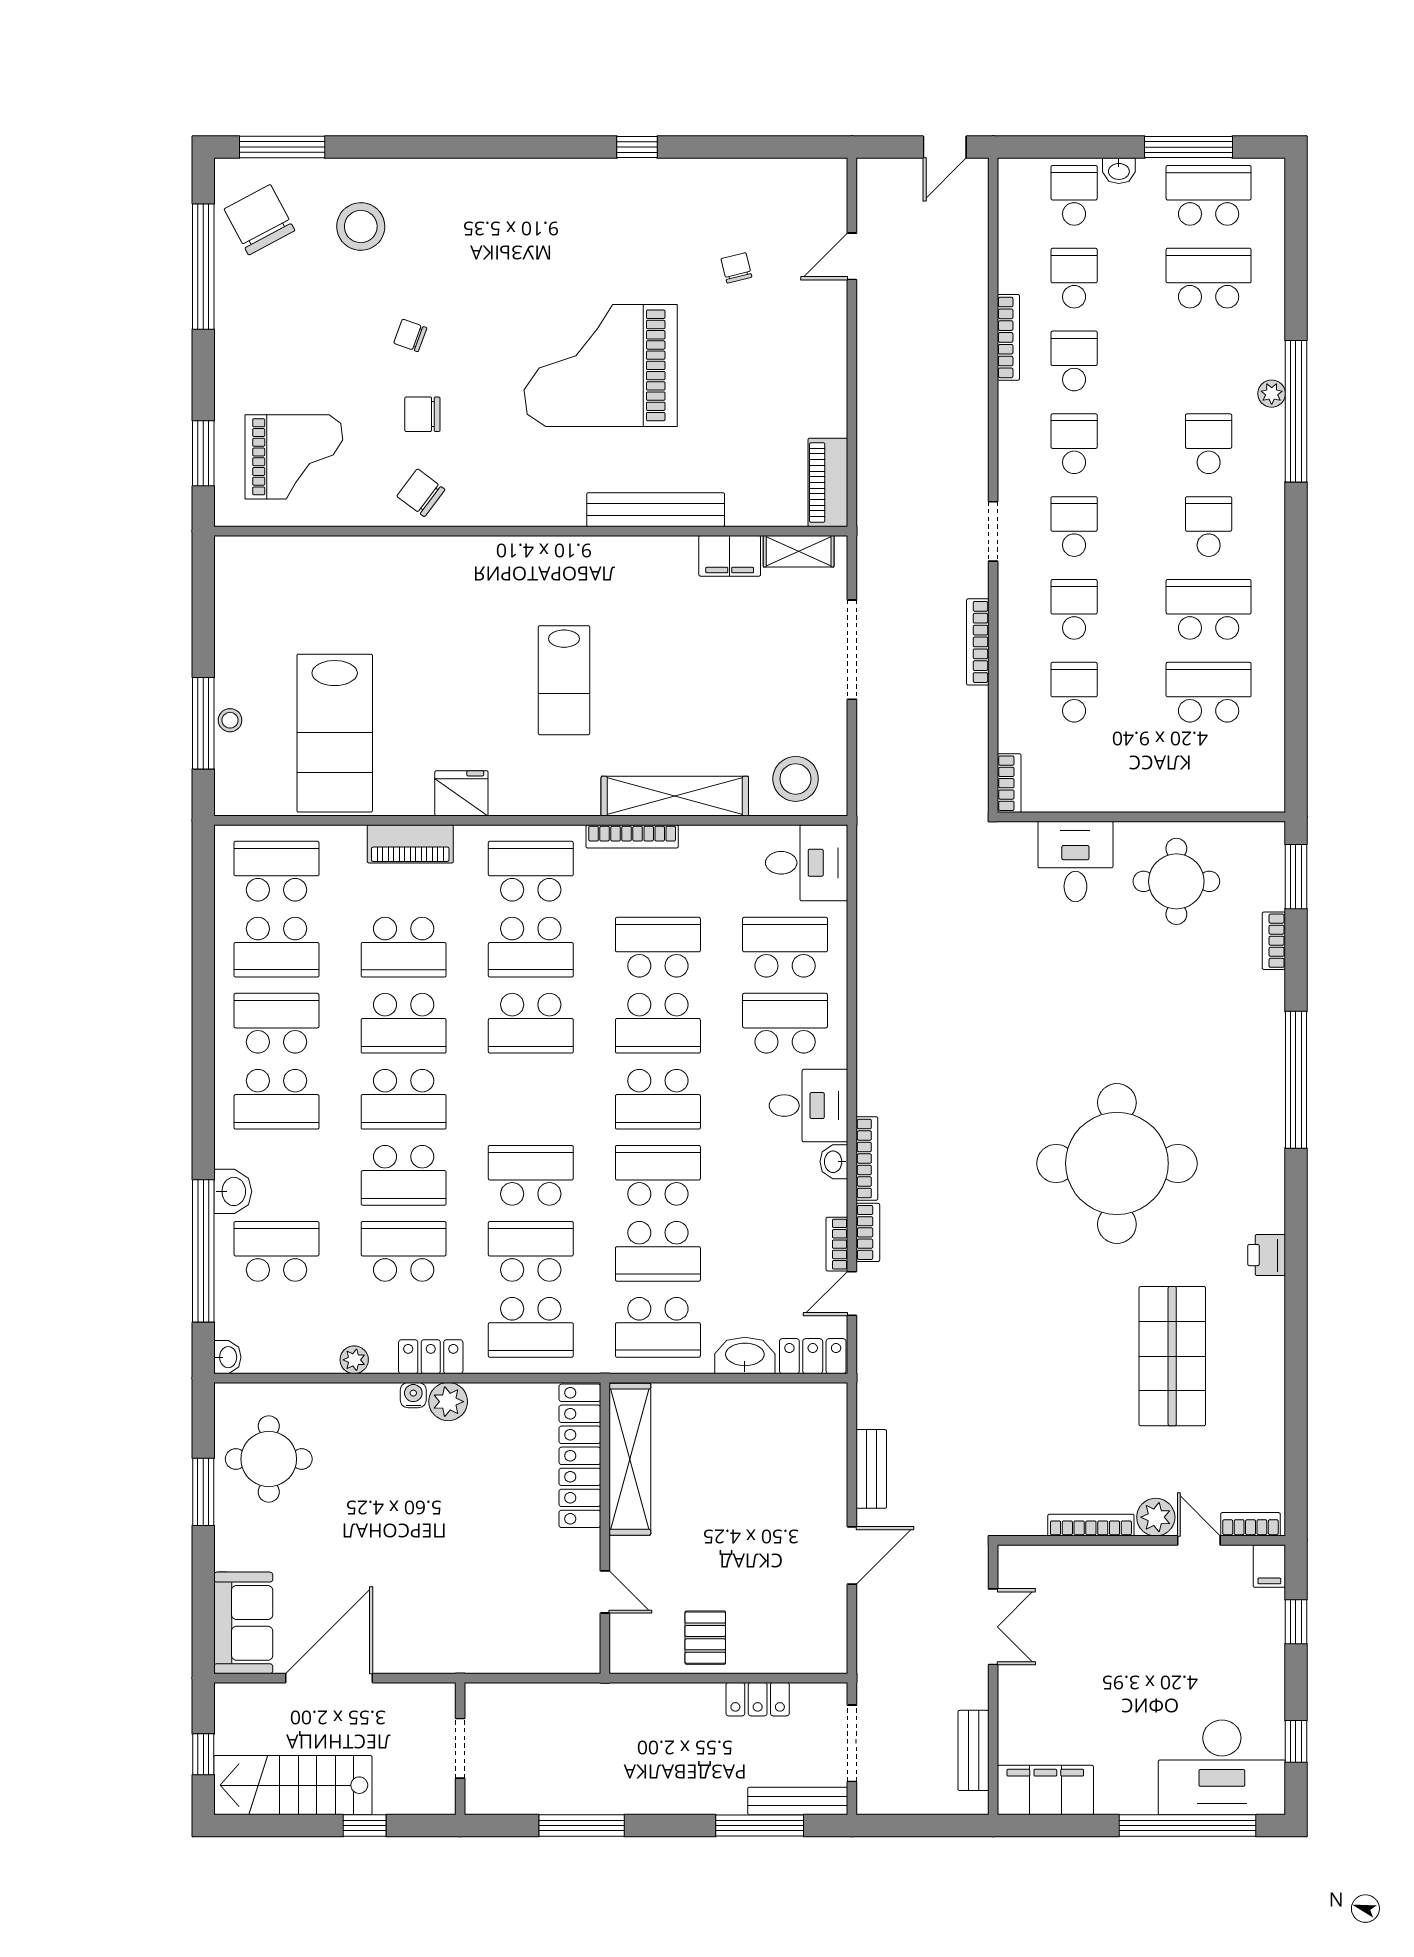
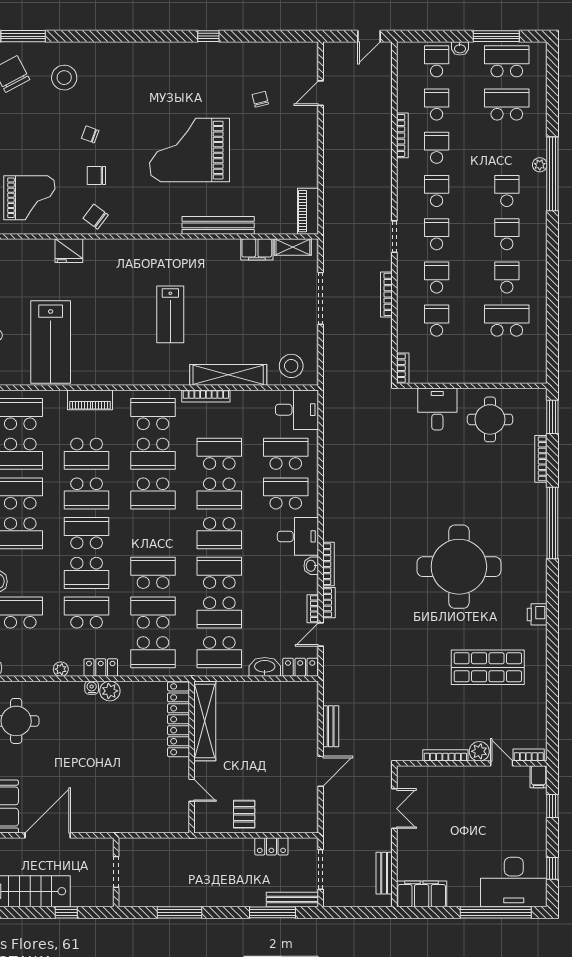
school desk: (1209, 609) -> (507, 277), width x0.54
fridge: (461, 793) -> (69, 251), moved, turned 180
bookcase: (1274, 941) -> (541, 459), width x1.56
school desk: (404, 1099) -> (87, 533), turned 180
shop shelf: (1172, 1356) -> (488, 667), turned 90

